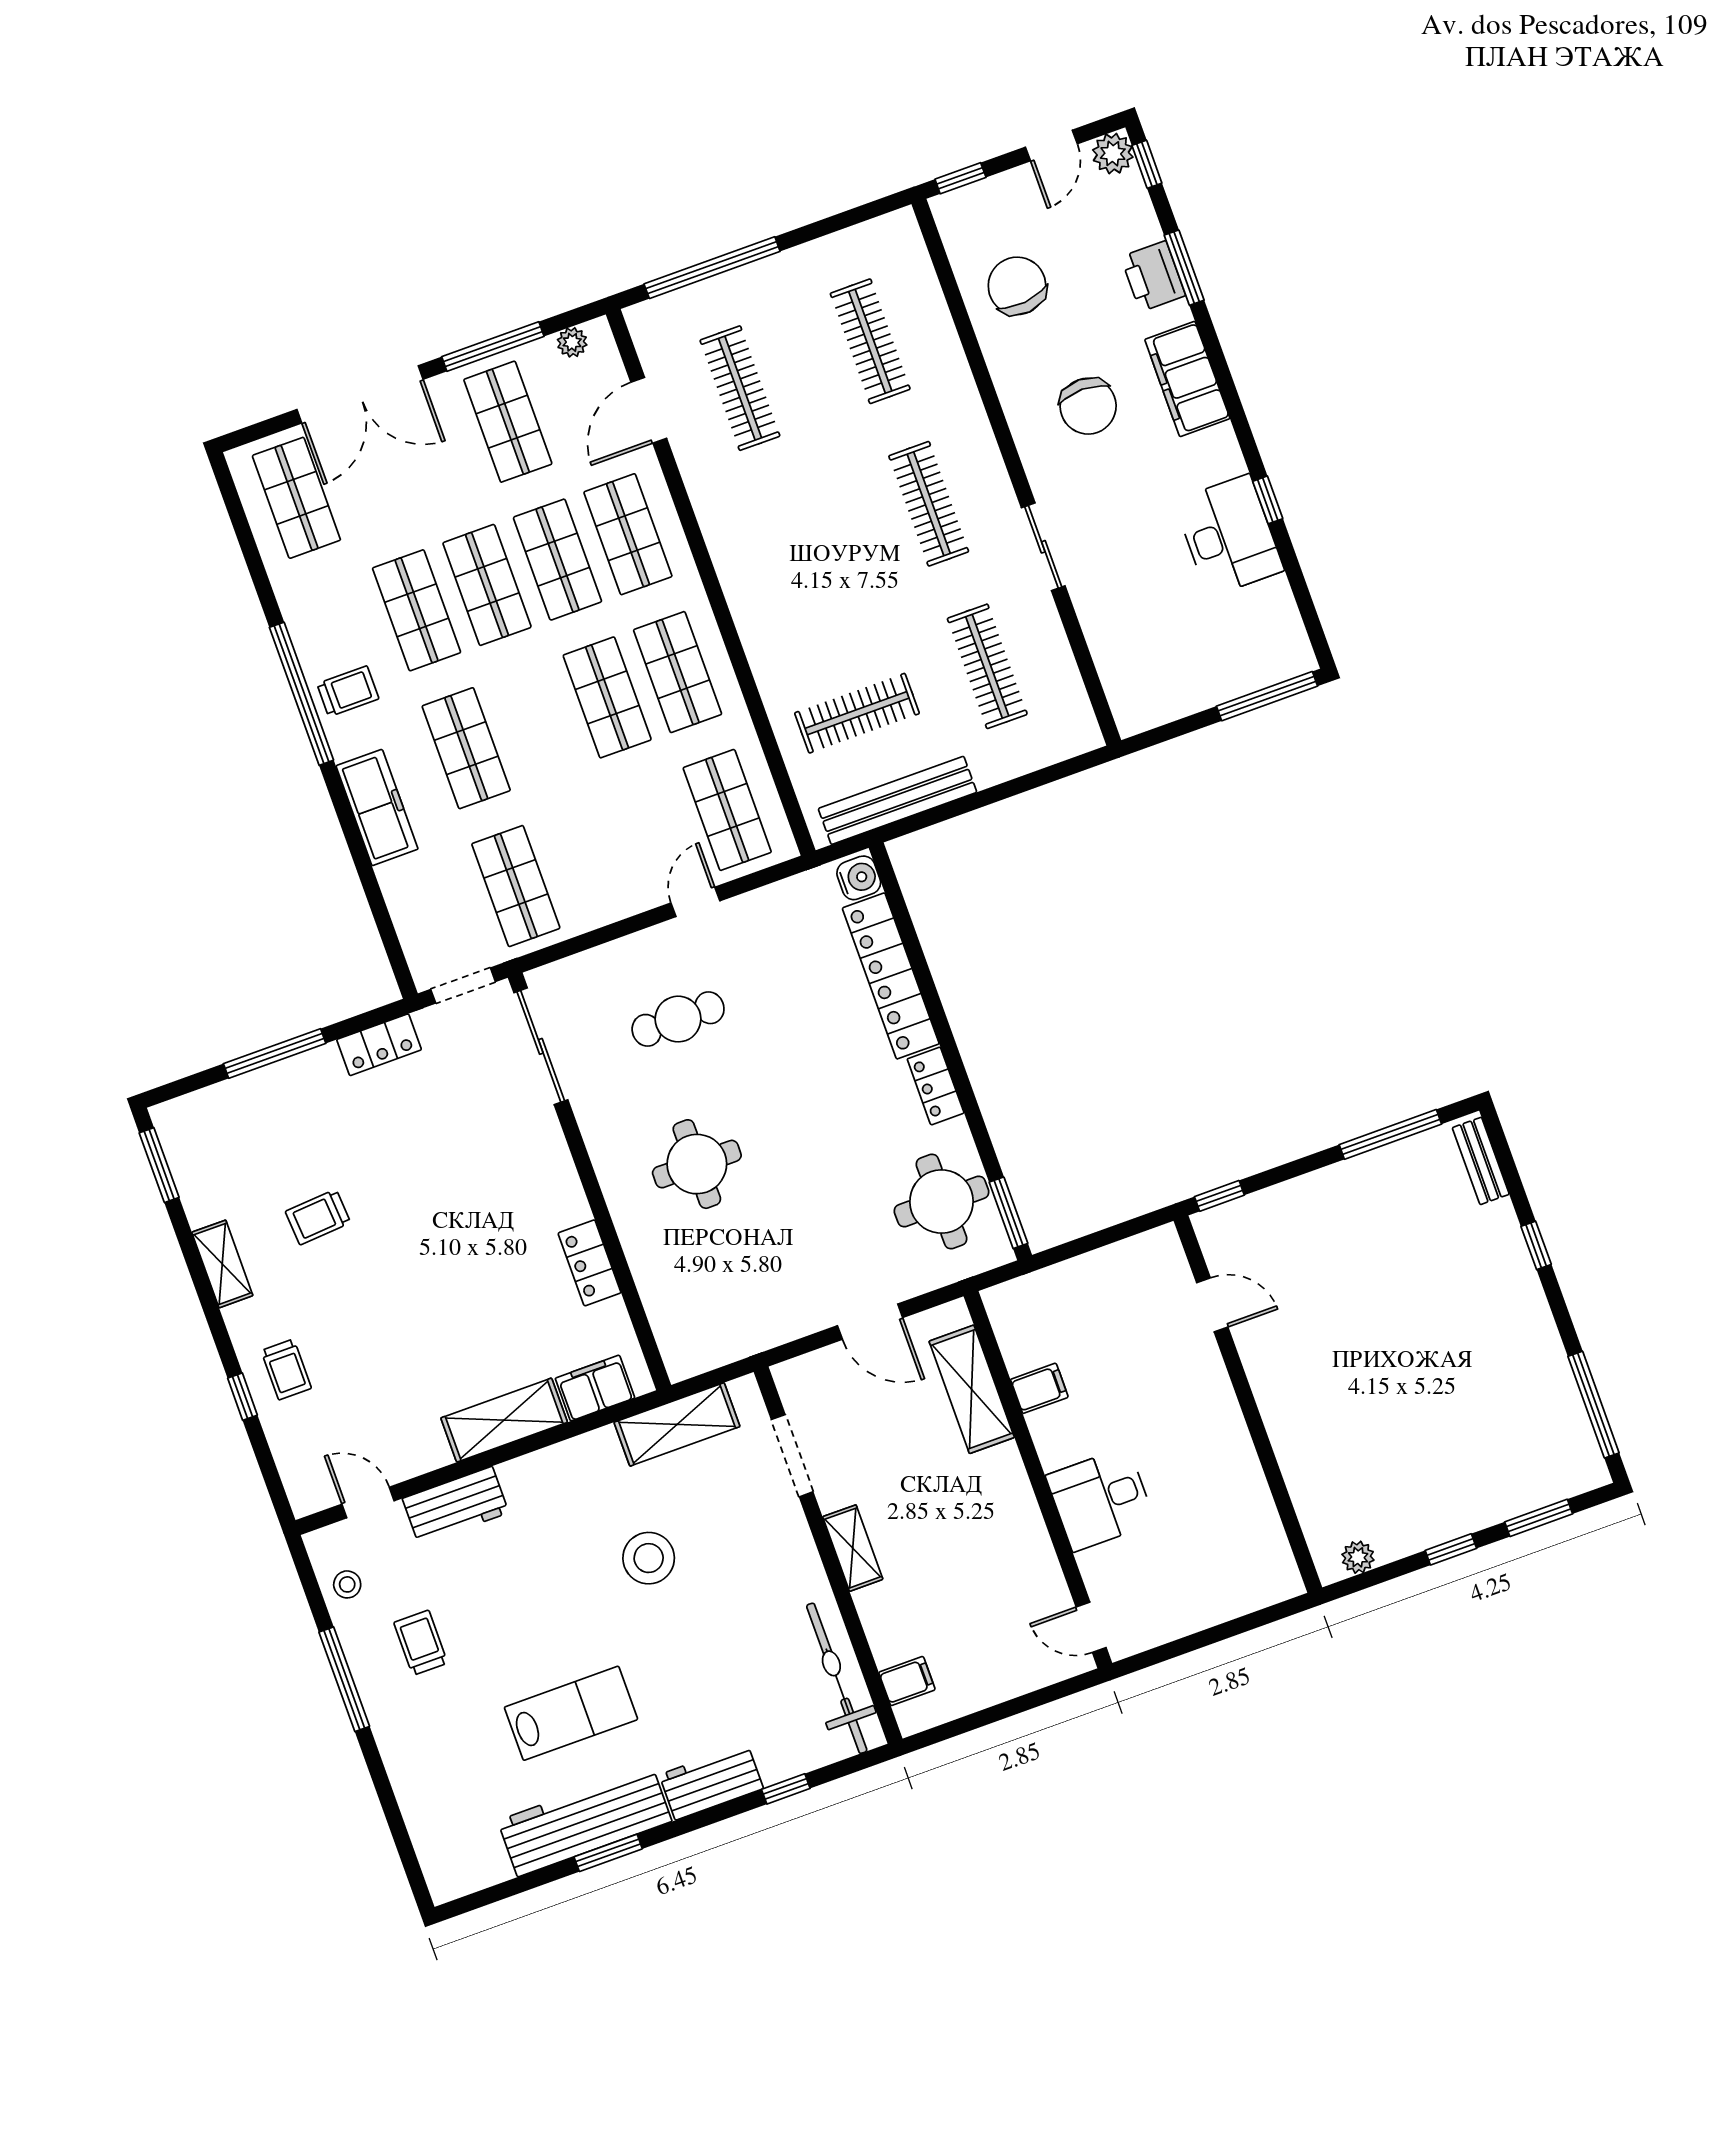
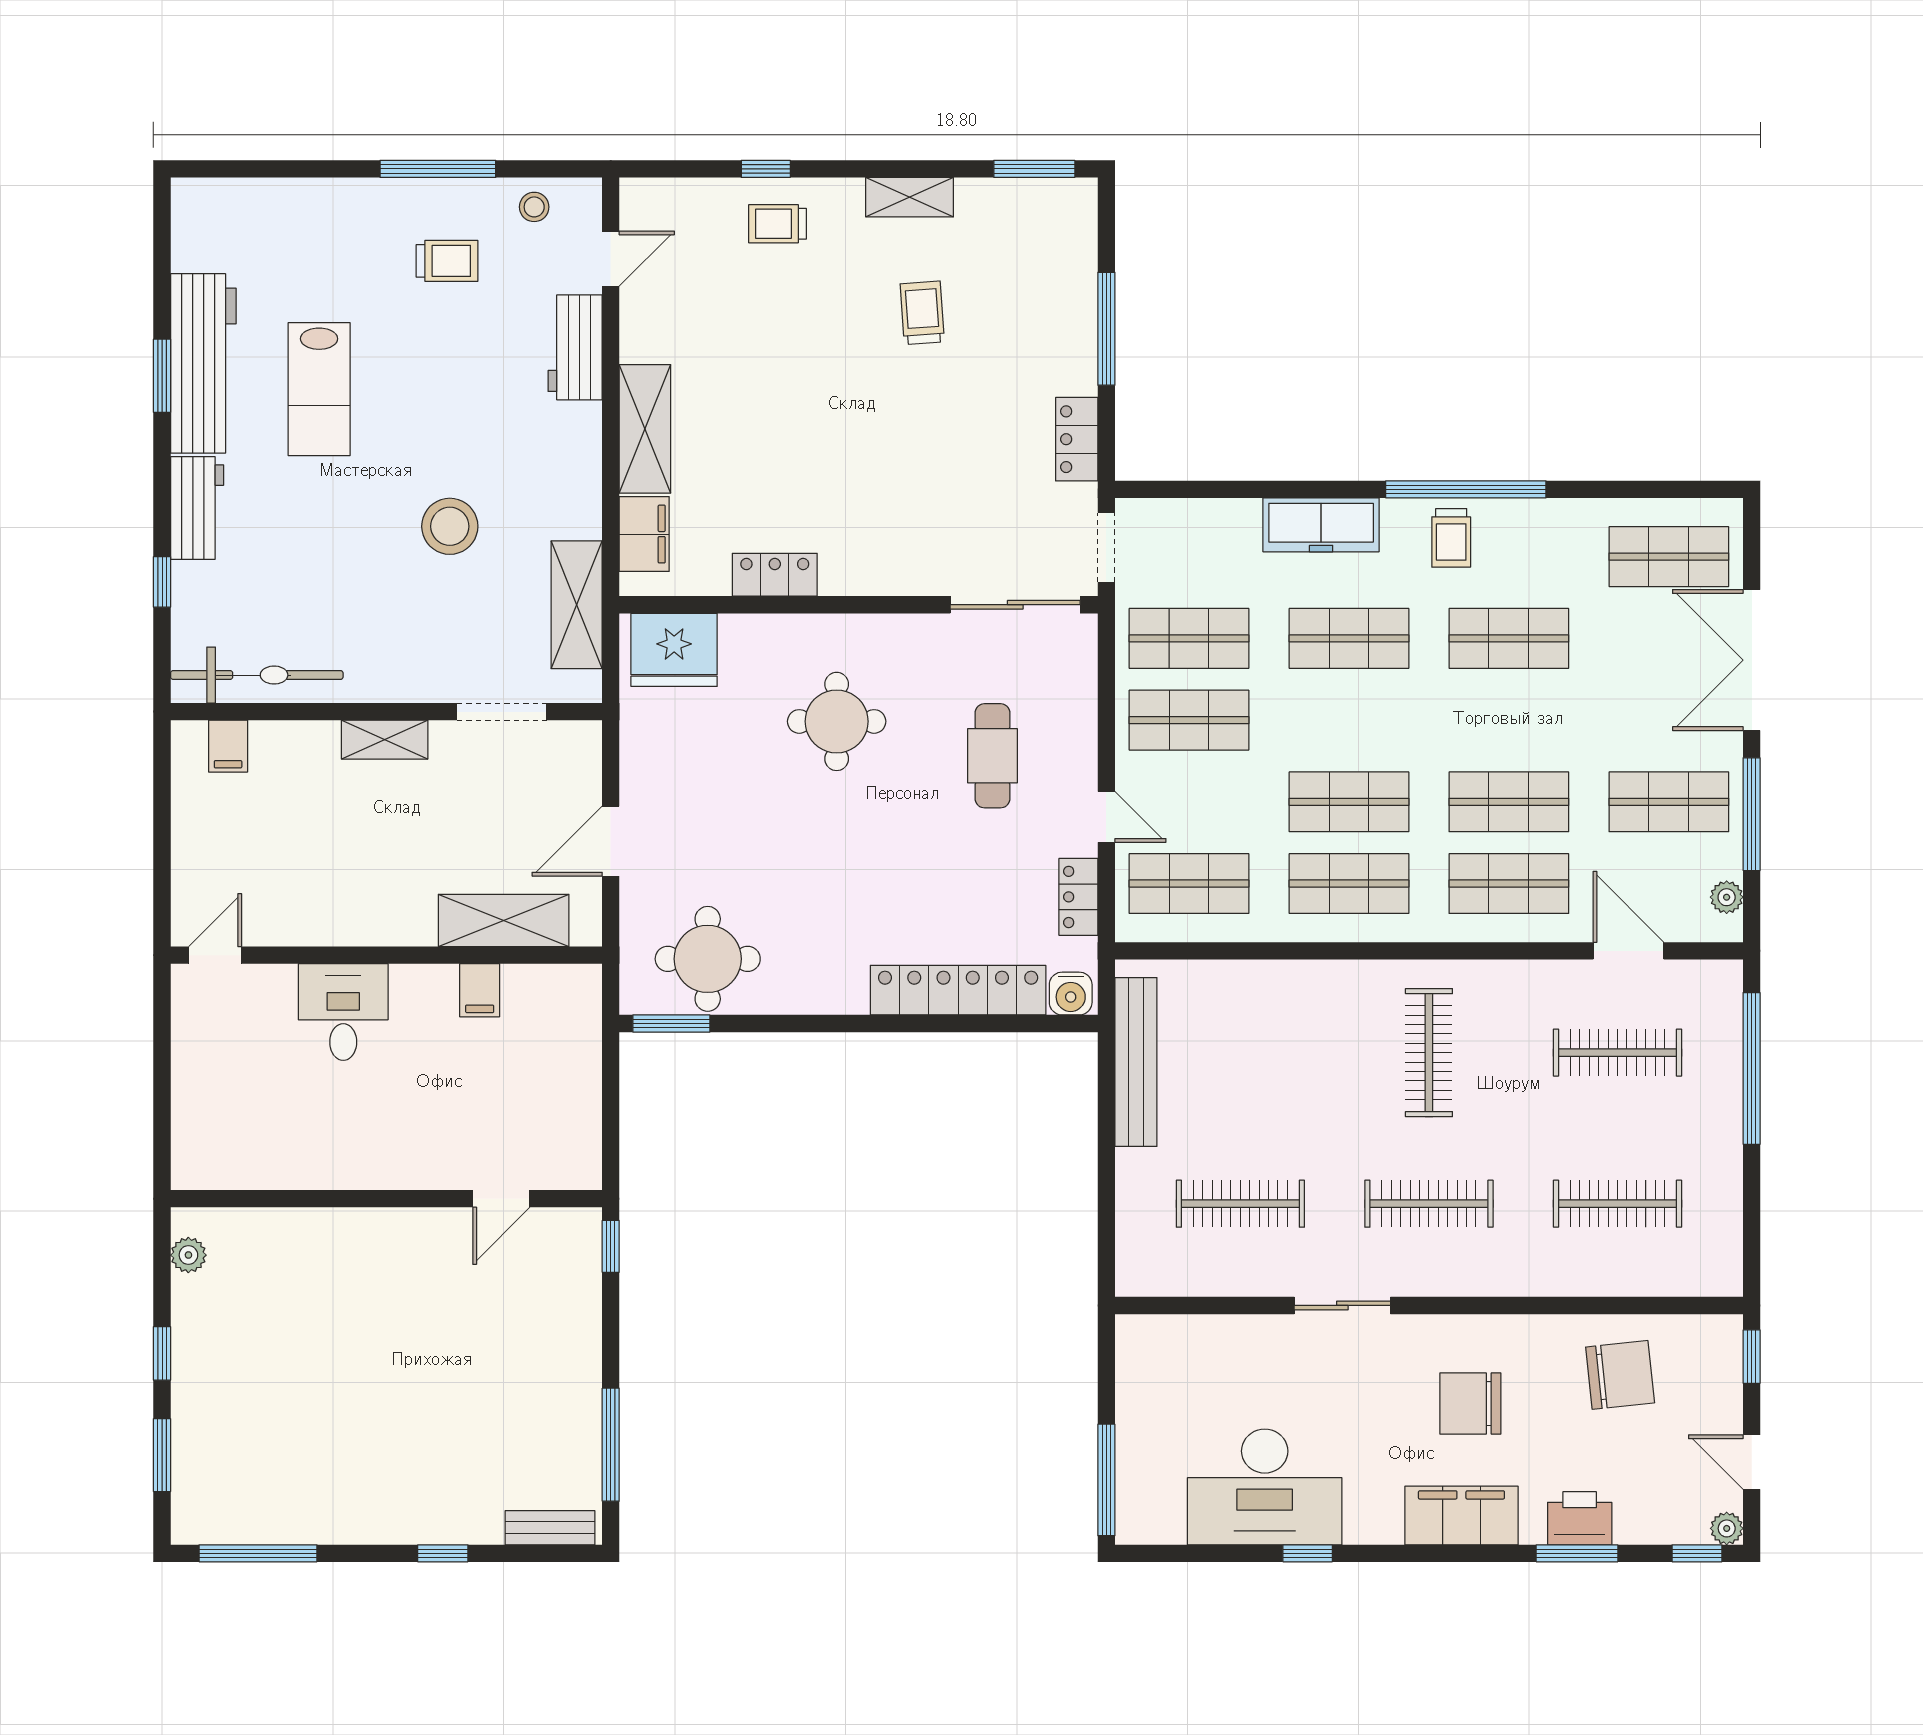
plant: (1113, 154) -> (1727, 1528), width x0.73, depth x0.73
desk: (1229, 536) -> (1265, 1487), width x1.36, depth x1.30
shop shelf: (487, 585) -> (1189, 720), moved
clothes rail: (857, 713) -> (1429, 1053), moved
locker: (936, 1086) -> (1078, 897), moved, turned -90
fridge: (686, 1326) -> (674, 650), added

